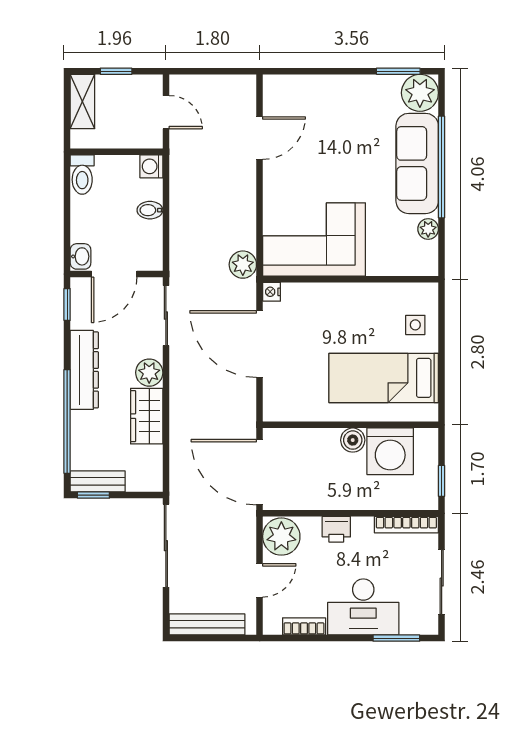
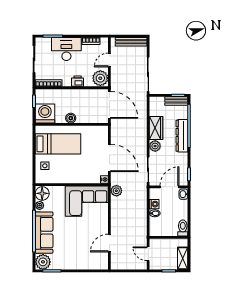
washing machine: (151, 166) -> (154, 204), moved
floor lamp: (422, 258) -> (42, 193), added
dresser: (84, 370) -> (182, 136), moved
washing machine: (390, 451) -> (45, 113), moved

